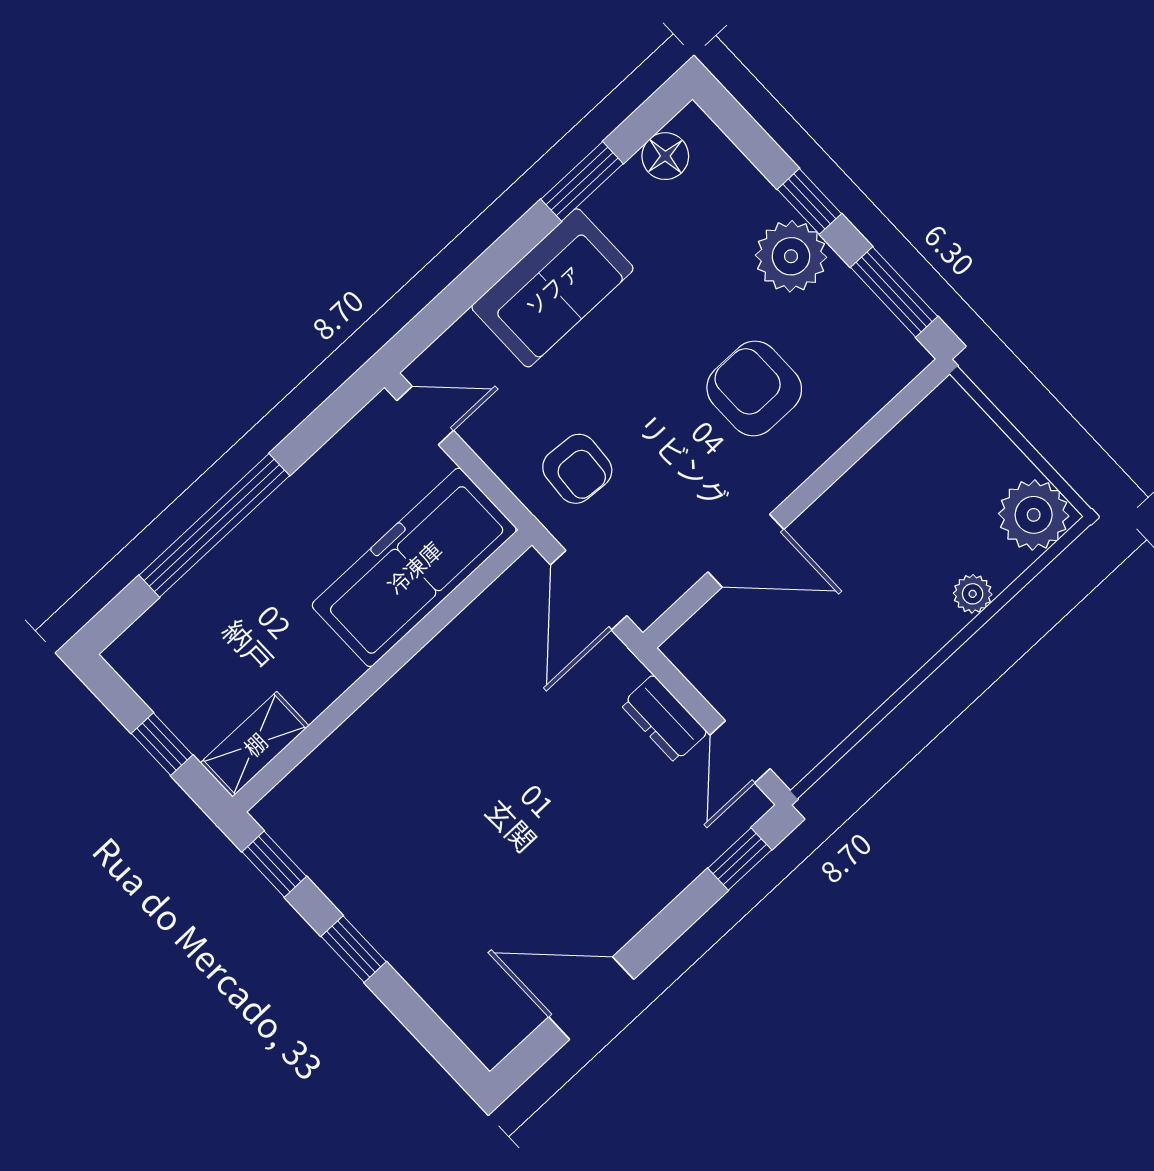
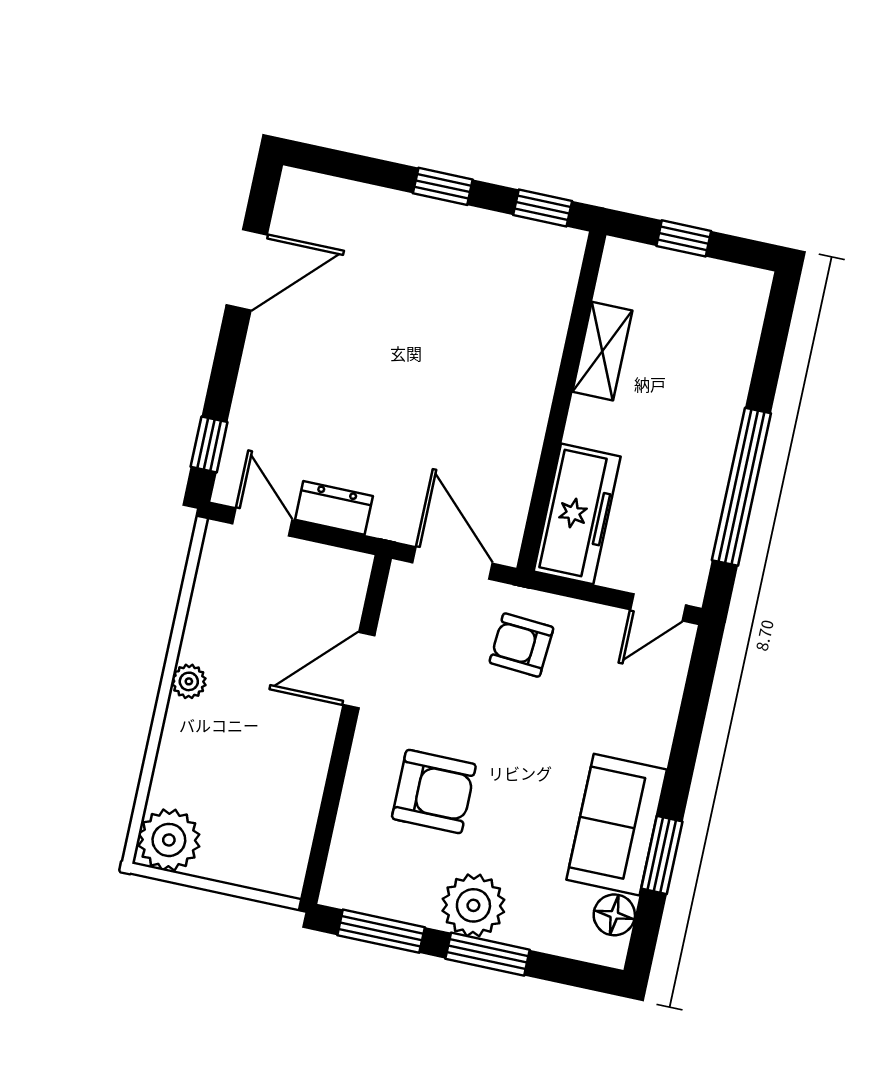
window: (809, 201) -> (488, 954), width x1.50
sofa: (552, 288) -> (617, 825), moved
window: (214, 525) -> (741, 487), moved
freezer: (414, 567) -> (577, 514), width x0.73, depth x0.79
plant: (973, 594) -> (189, 681), moved
shelving: (255, 744) -> (602, 351), moved

